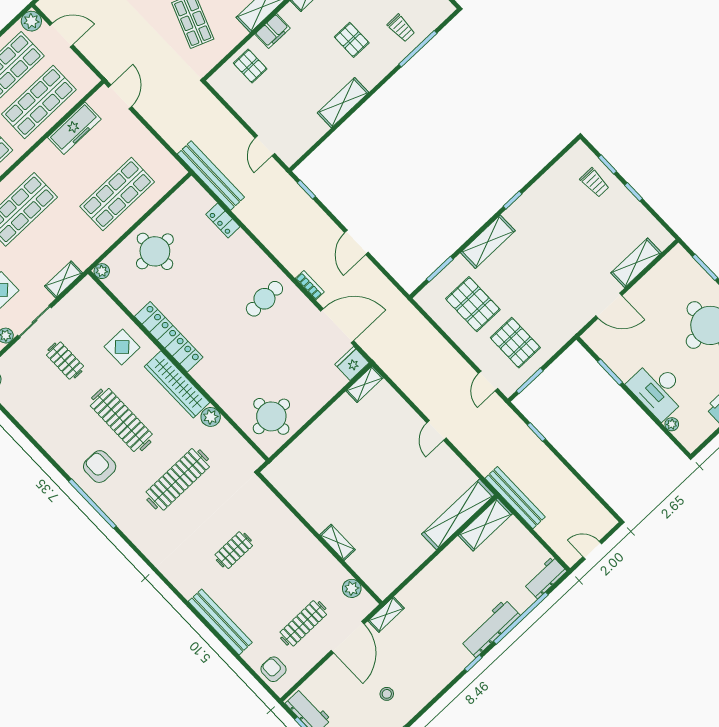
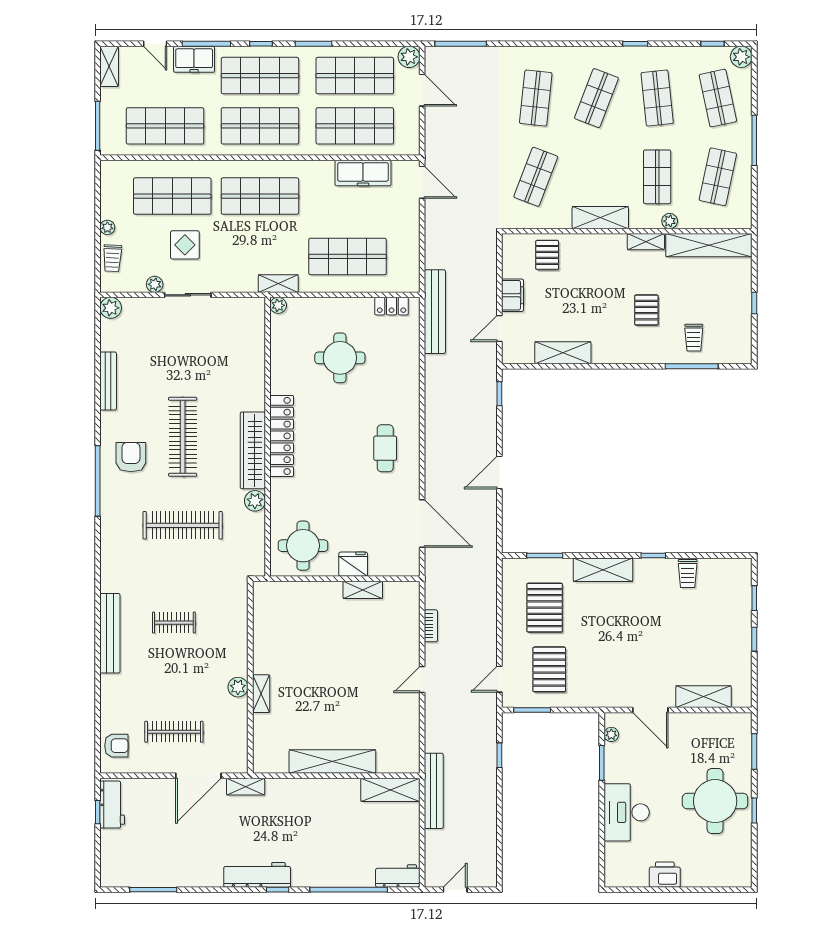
filing cabinet: (273, 31) -> (513, 295), moved, turned -90
door: (120, 97) -> (422, 182), hinge flipped
shelving: (343, 103) -> (563, 353), moved
trolley: (595, 183) -> (688, 574), moved
locker: (223, 220) -> (392, 306), moved, turned -90
round table: (155, 251) -> (340, 358), moved
shelving: (63, 280) -> (278, 284), moved
bookcase: (310, 285) -> (431, 626), moved
cafe table: (264, 299) -> (385, 448), turned 90
locker: (169, 337) -> (282, 436), moved
display table: (122, 347) -> (238, 380), removed
clothes rail: (65, 361) -> (183, 348), removed
fridge: (352, 364) -> (353, 564), moved
shelving: (365, 384) -> (363, 590), moved
plant: (672, 424) -> (611, 734), moved
bench: (36, 430) -> (108, 381), added
shelving: (458, 514) -> (332, 762), moved
door: (592, 550) -> (455, 890), hinge flipped
plant: (352, 588) -> (238, 687), moved
bench: (220, 622) -> (110, 633), moved
workbench: (490, 628) -> (257, 875), moved
armchair: (273, 669) -> (116, 746), turned 90
stool: (387, 694) -> (187, 849), removed

